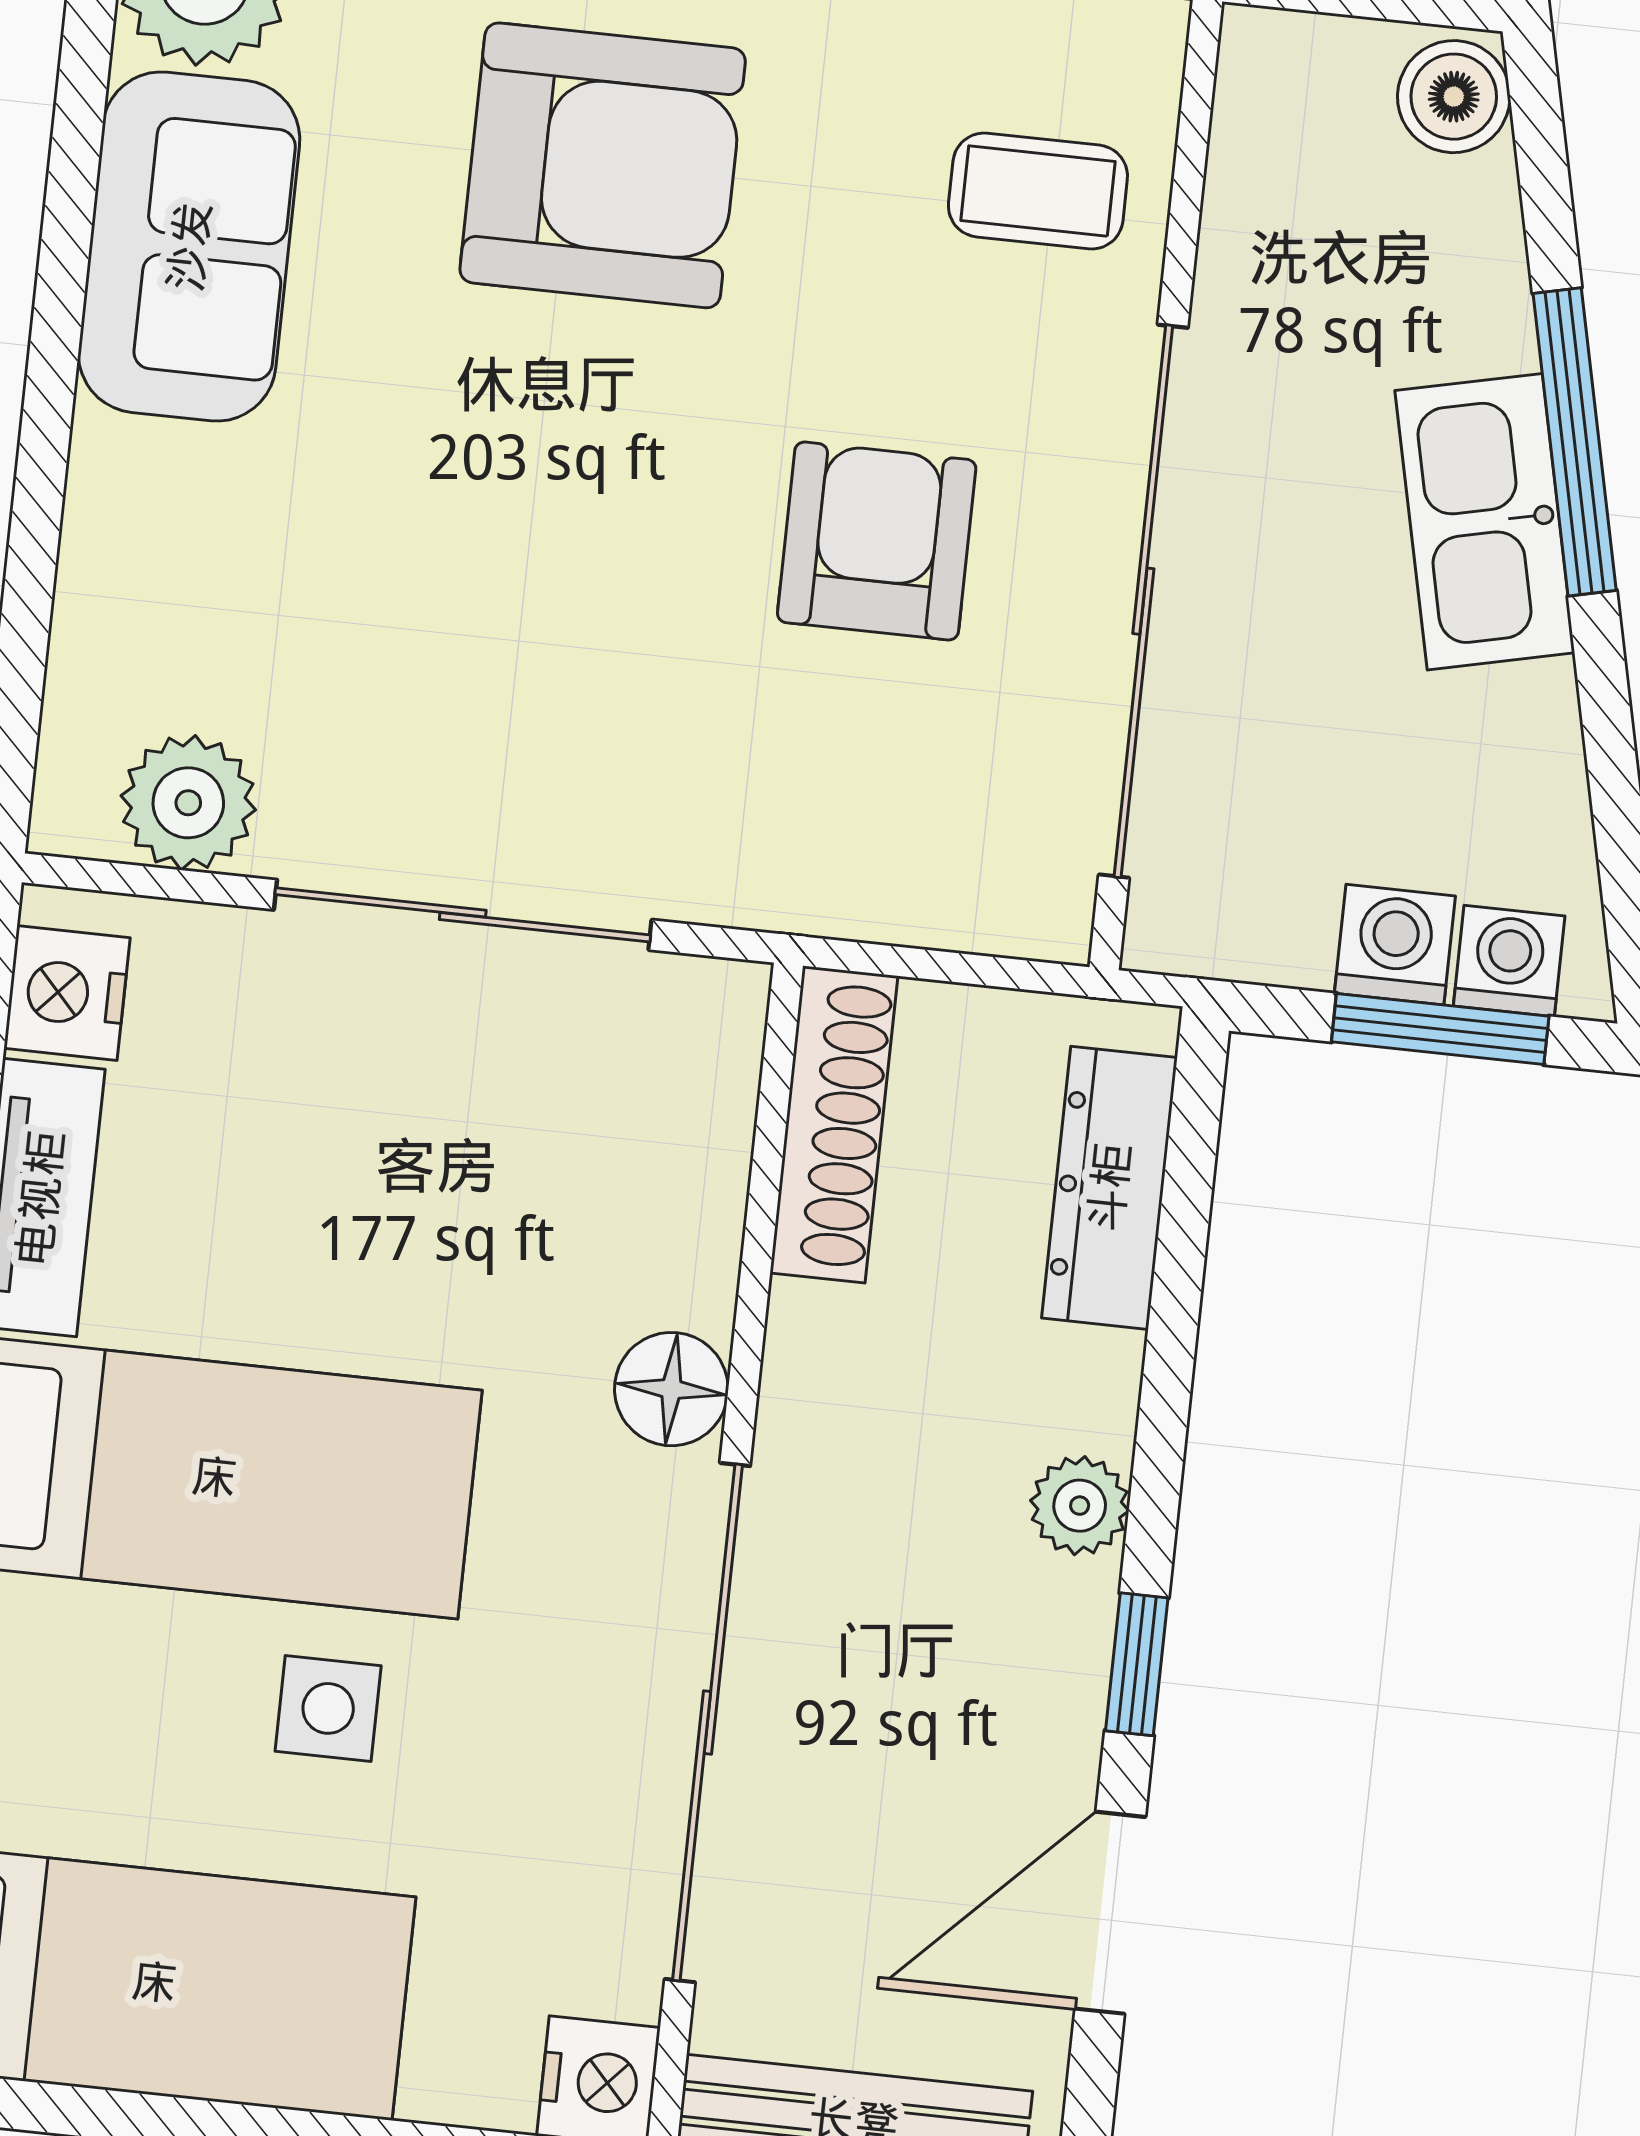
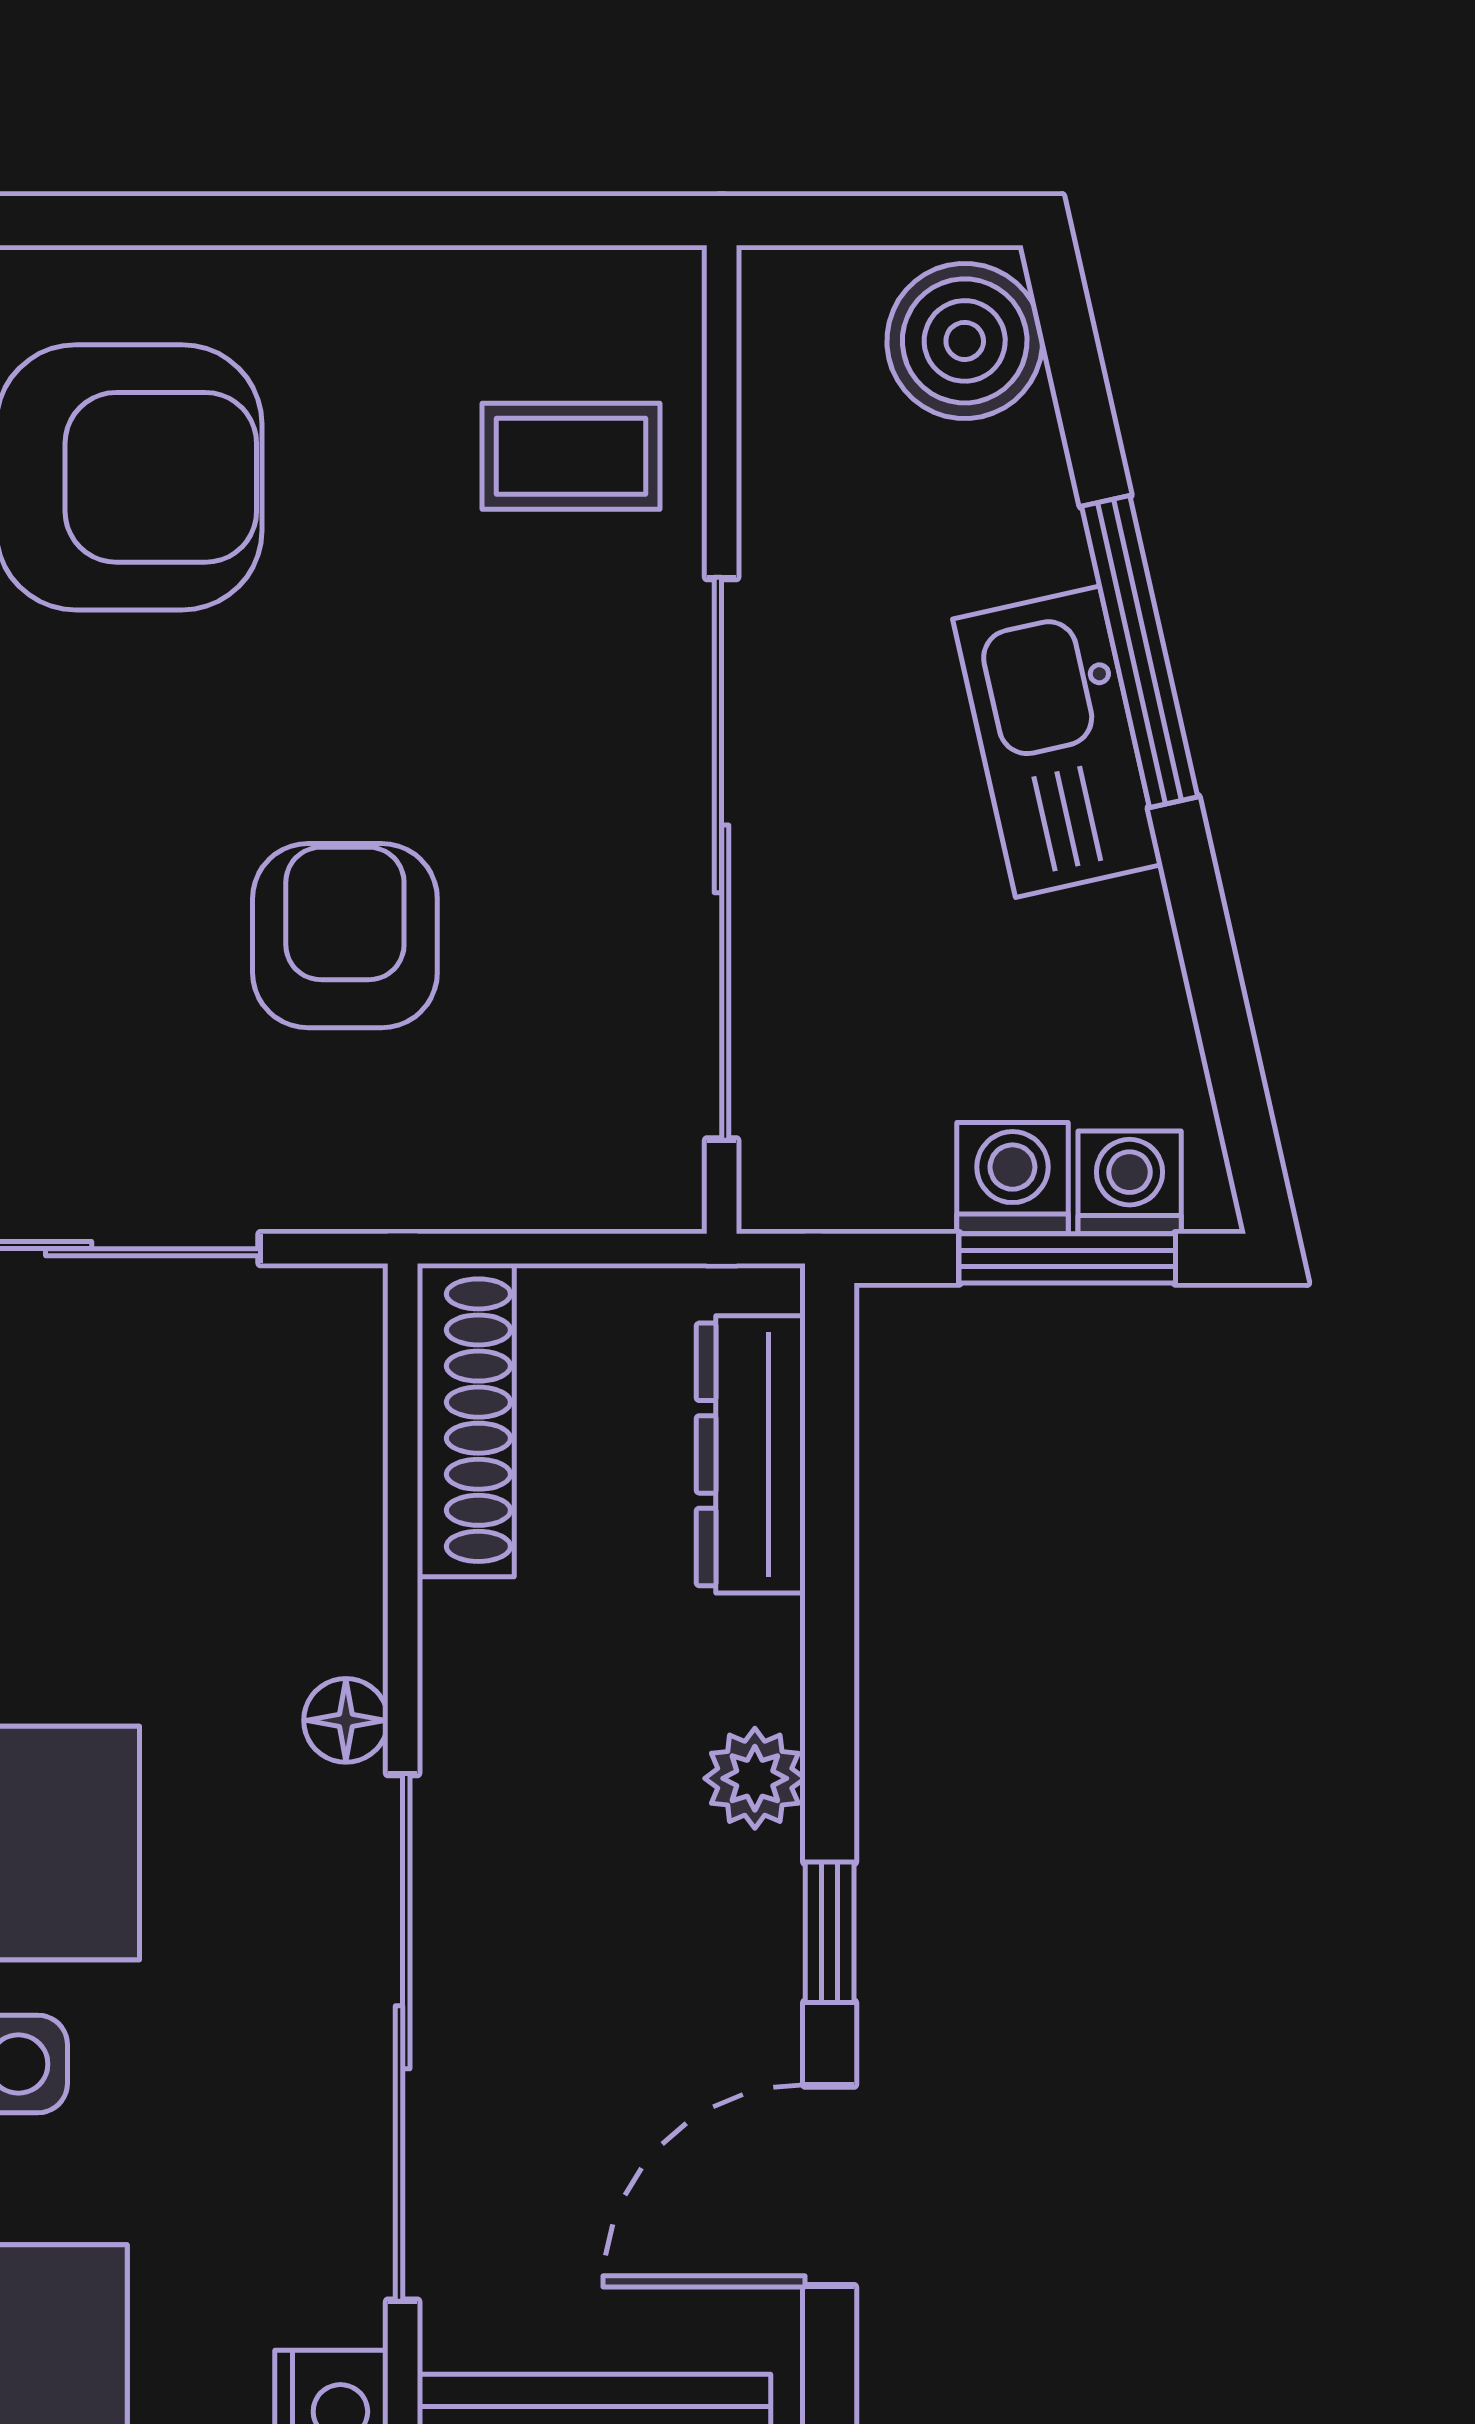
boiler: (1454, 97) -> (965, 341), width x1.36, depth x1.36
armchair: (877, 541) -> (345, 936), moved
floor lamp: (671, 1389) -> (346, 1720), width x0.73, depth x0.73

